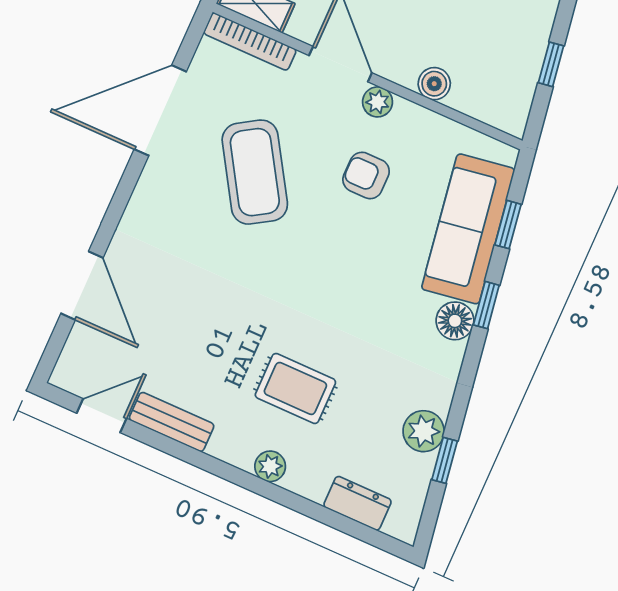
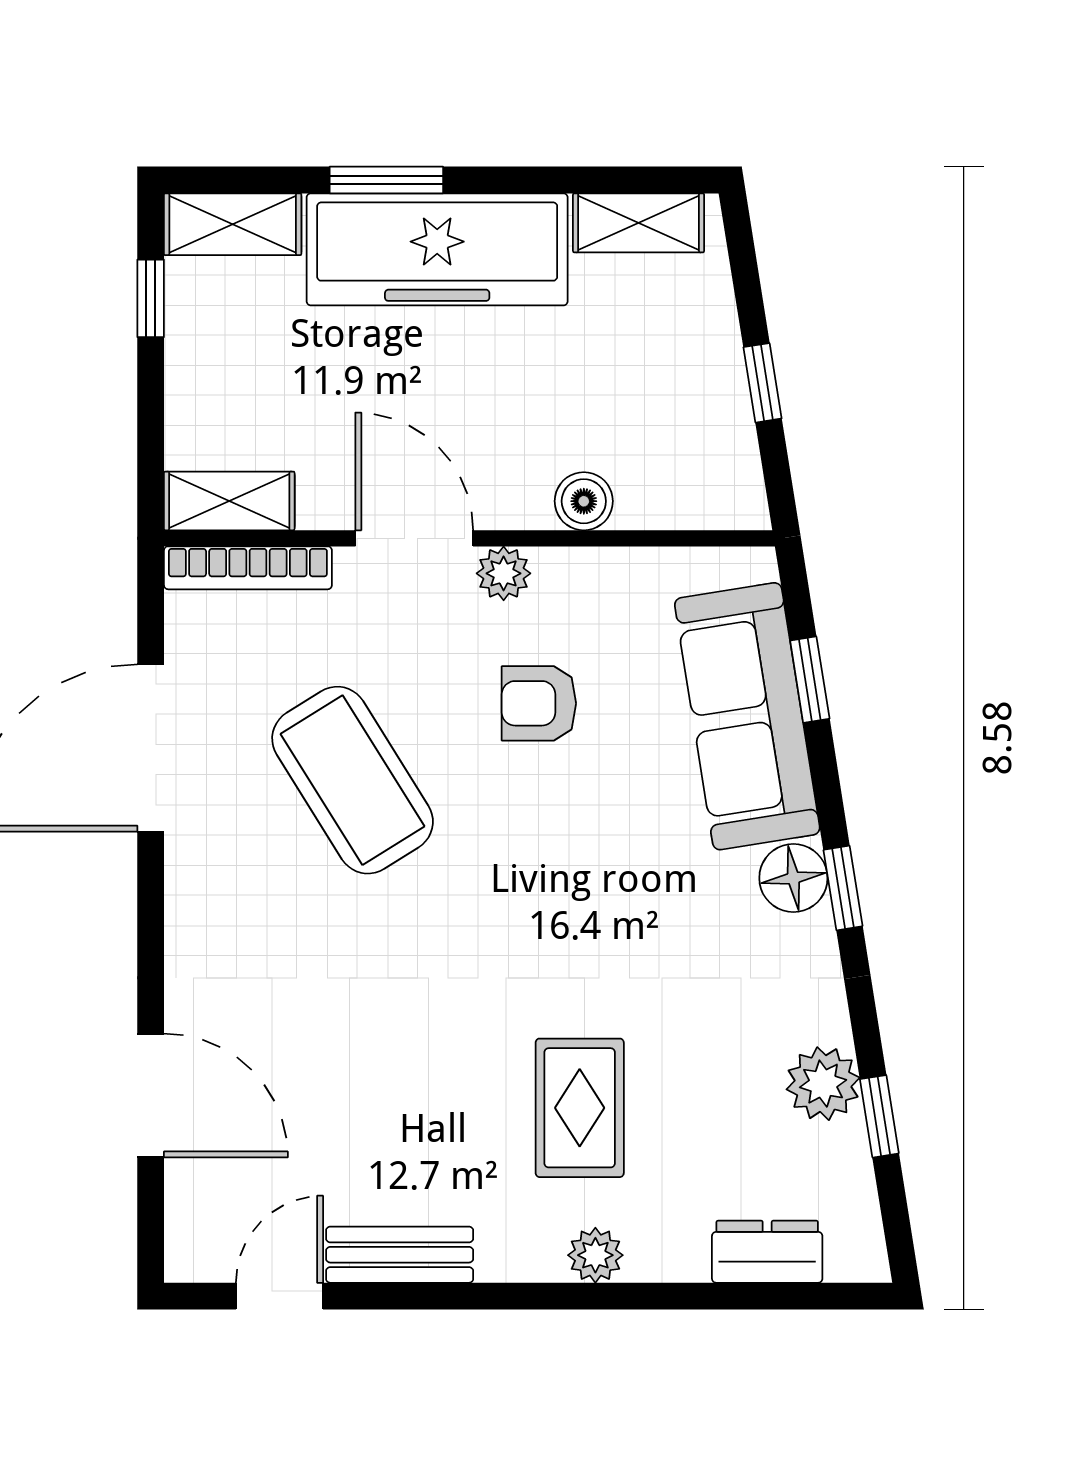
window: (486, 305) -> (843, 888), moved
rug: (295, 388) -> (580, 1108), turned 90

